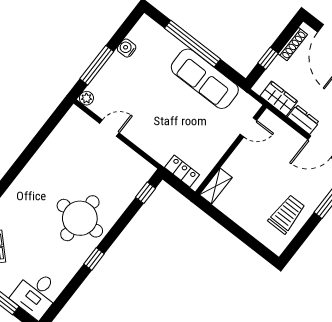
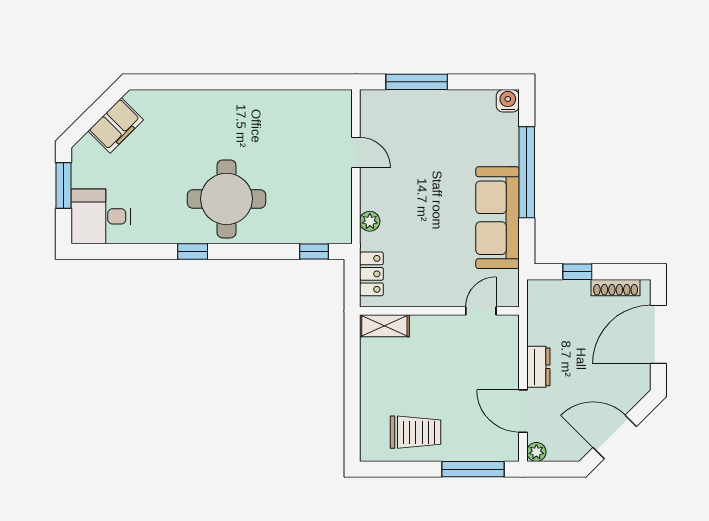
water cooler: (127, 48) -> (508, 101), moved
plant: (86, 98) -> (370, 221), moved
wardrobe: (279, 99) -> (541, 320), removed
door: (248, 127) -> (481, 311), swing flipped

